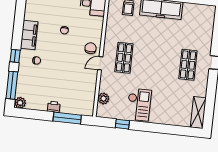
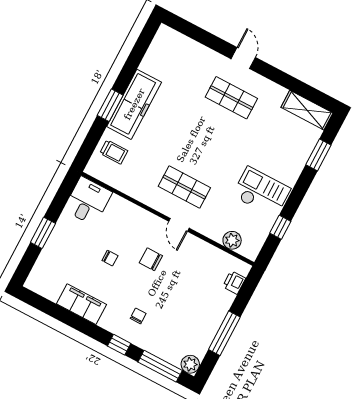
filing cabinet: (29, 35) -> (82, 304), moved
chair: (91, 48) -> (151, 259), moved
printer: (54, 107) -> (234, 282), moved
window: (67, 118) -> (224, 333), moved
window: (174, 130) -> (318, 155), added

